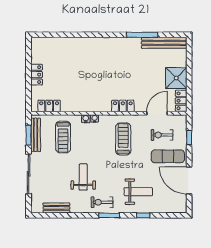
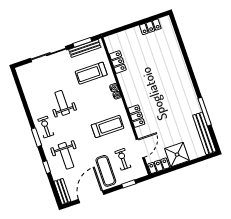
locker: (37, 75) -> (150, 27), moved
locker: (49, 106) -> (118, 62), moved
door: (157, 113) -> (140, 148), hinge flipped
weight bench: (83, 177) -> (62, 103), turned -90
bench: (56, 208) -> (62, 191), moved

